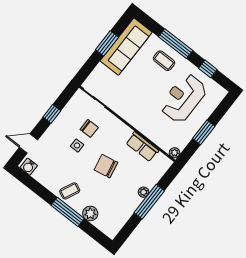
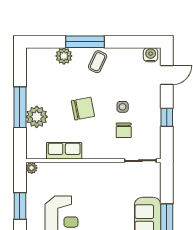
chair: (89, 128) -> (124, 130), turned -90
plant: (144, 192) -> (37, 117), width x1.87, depth x1.87

